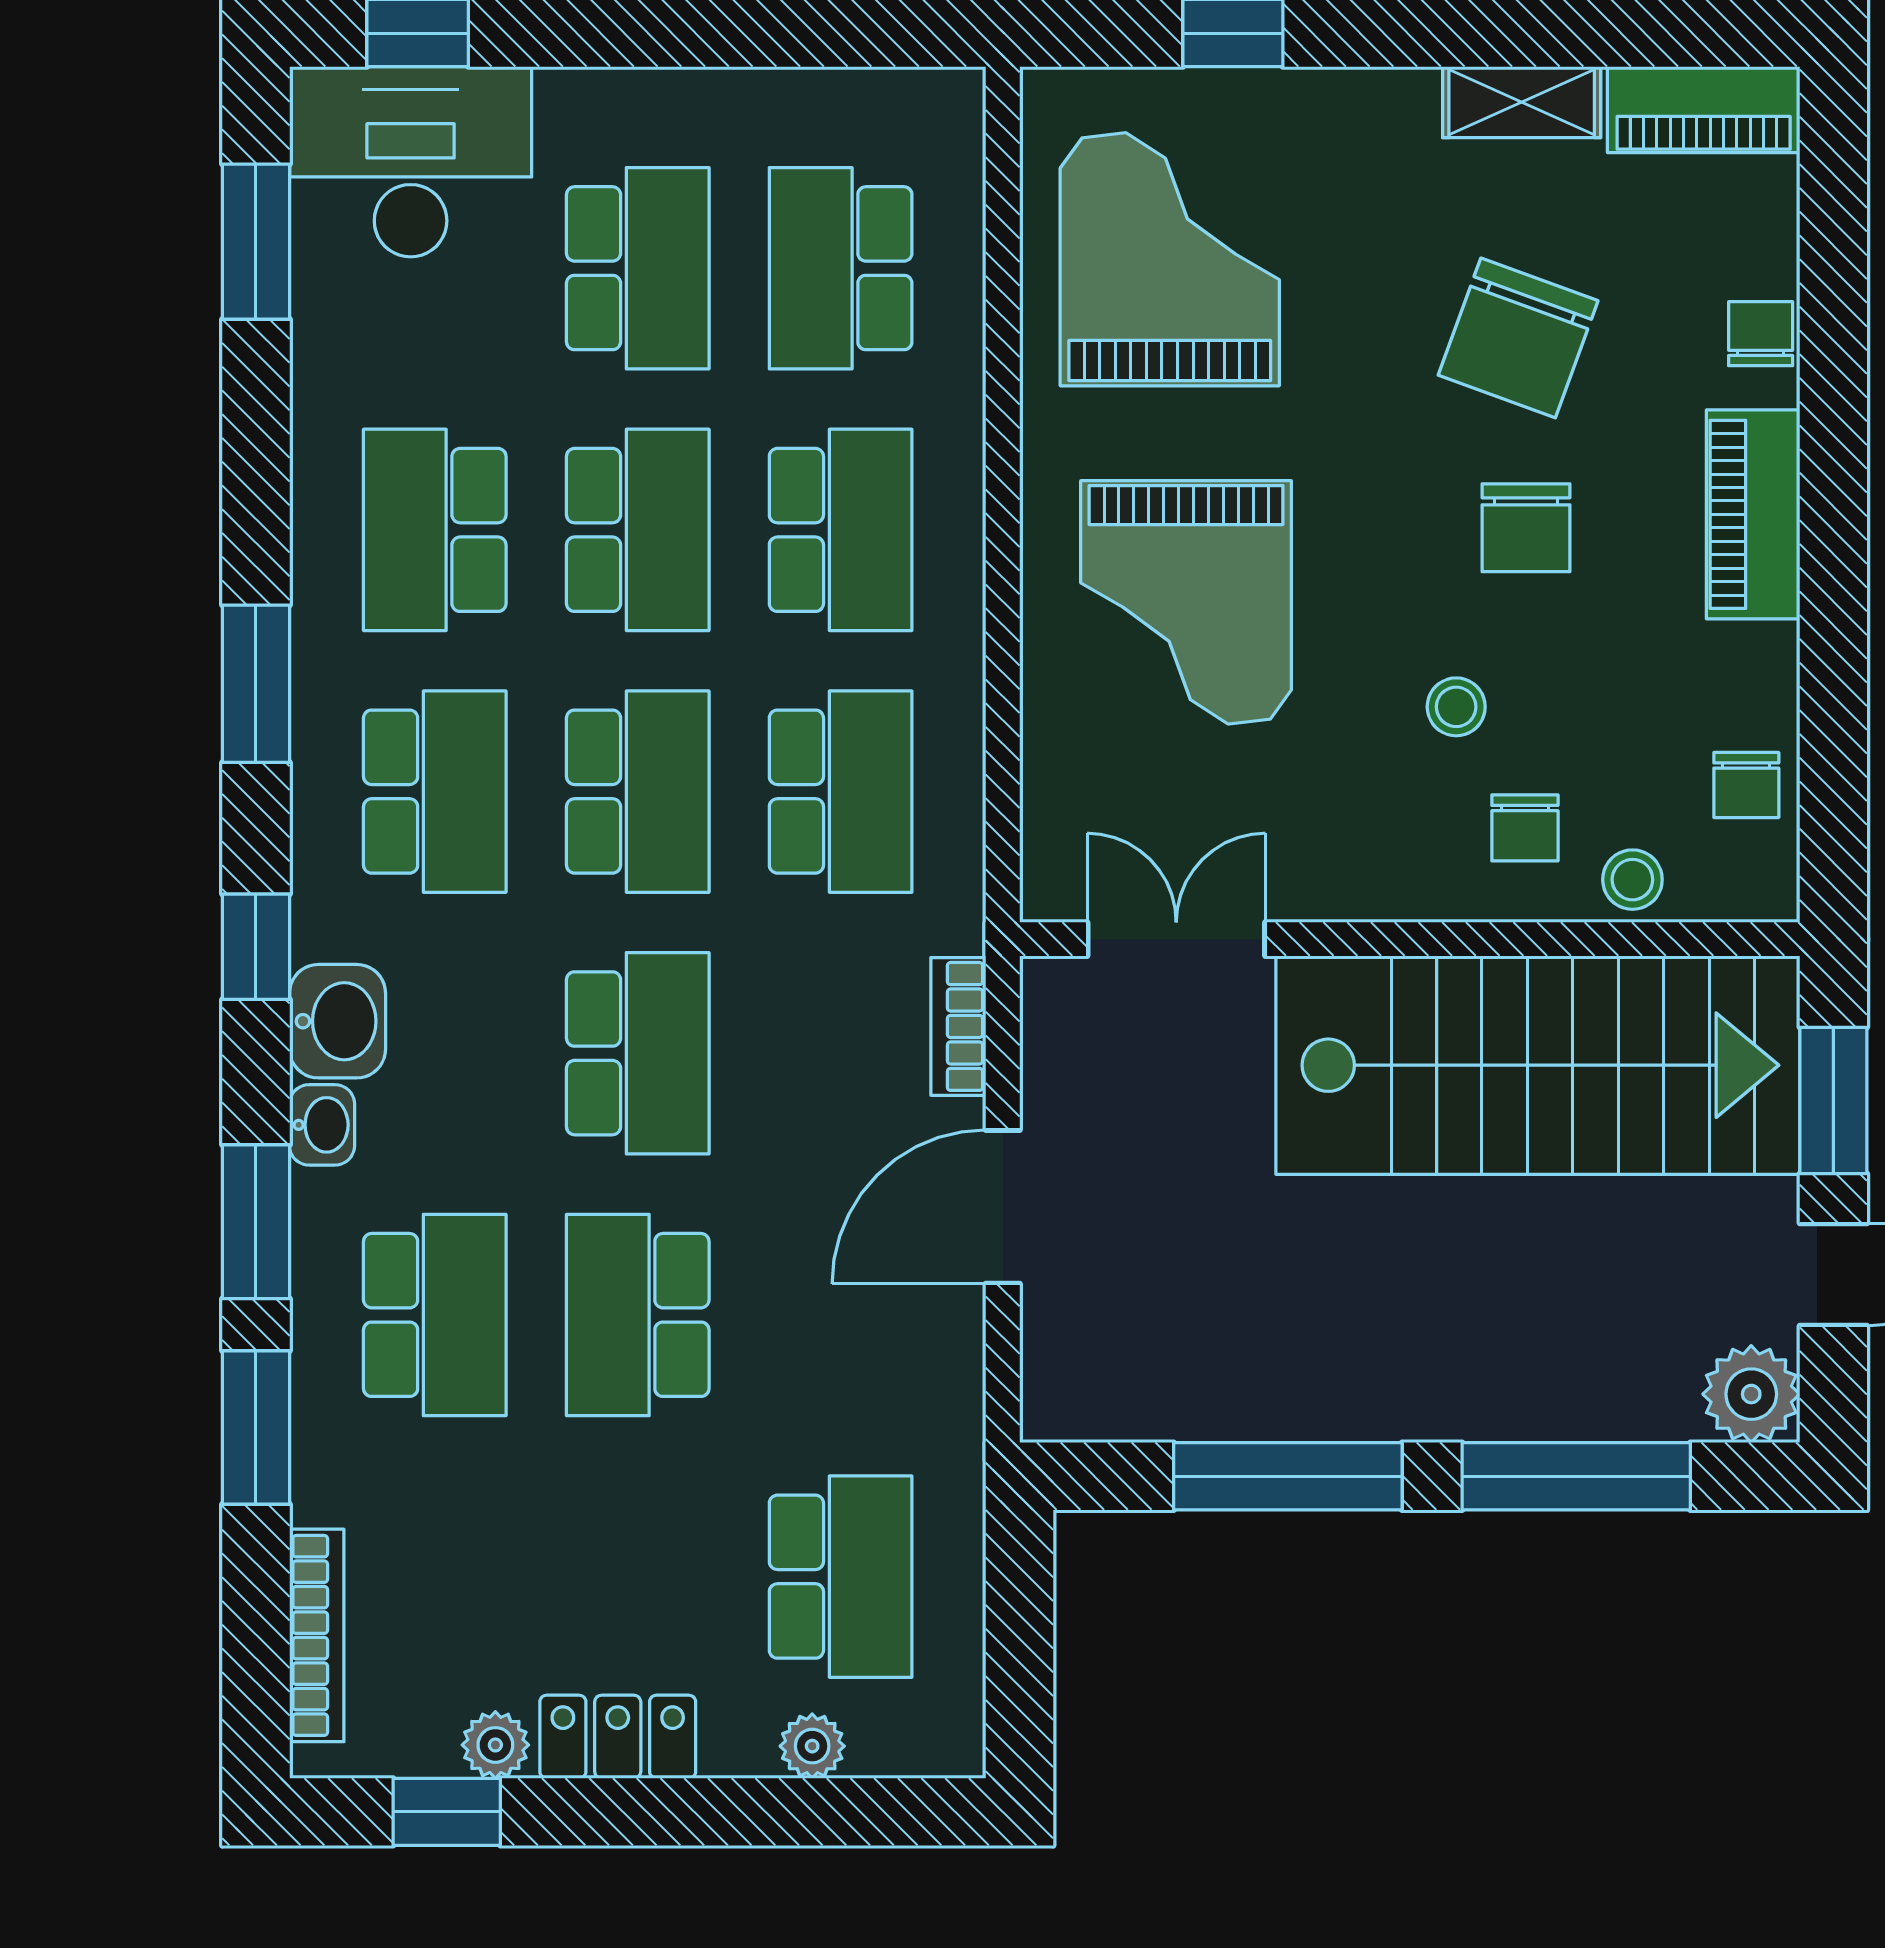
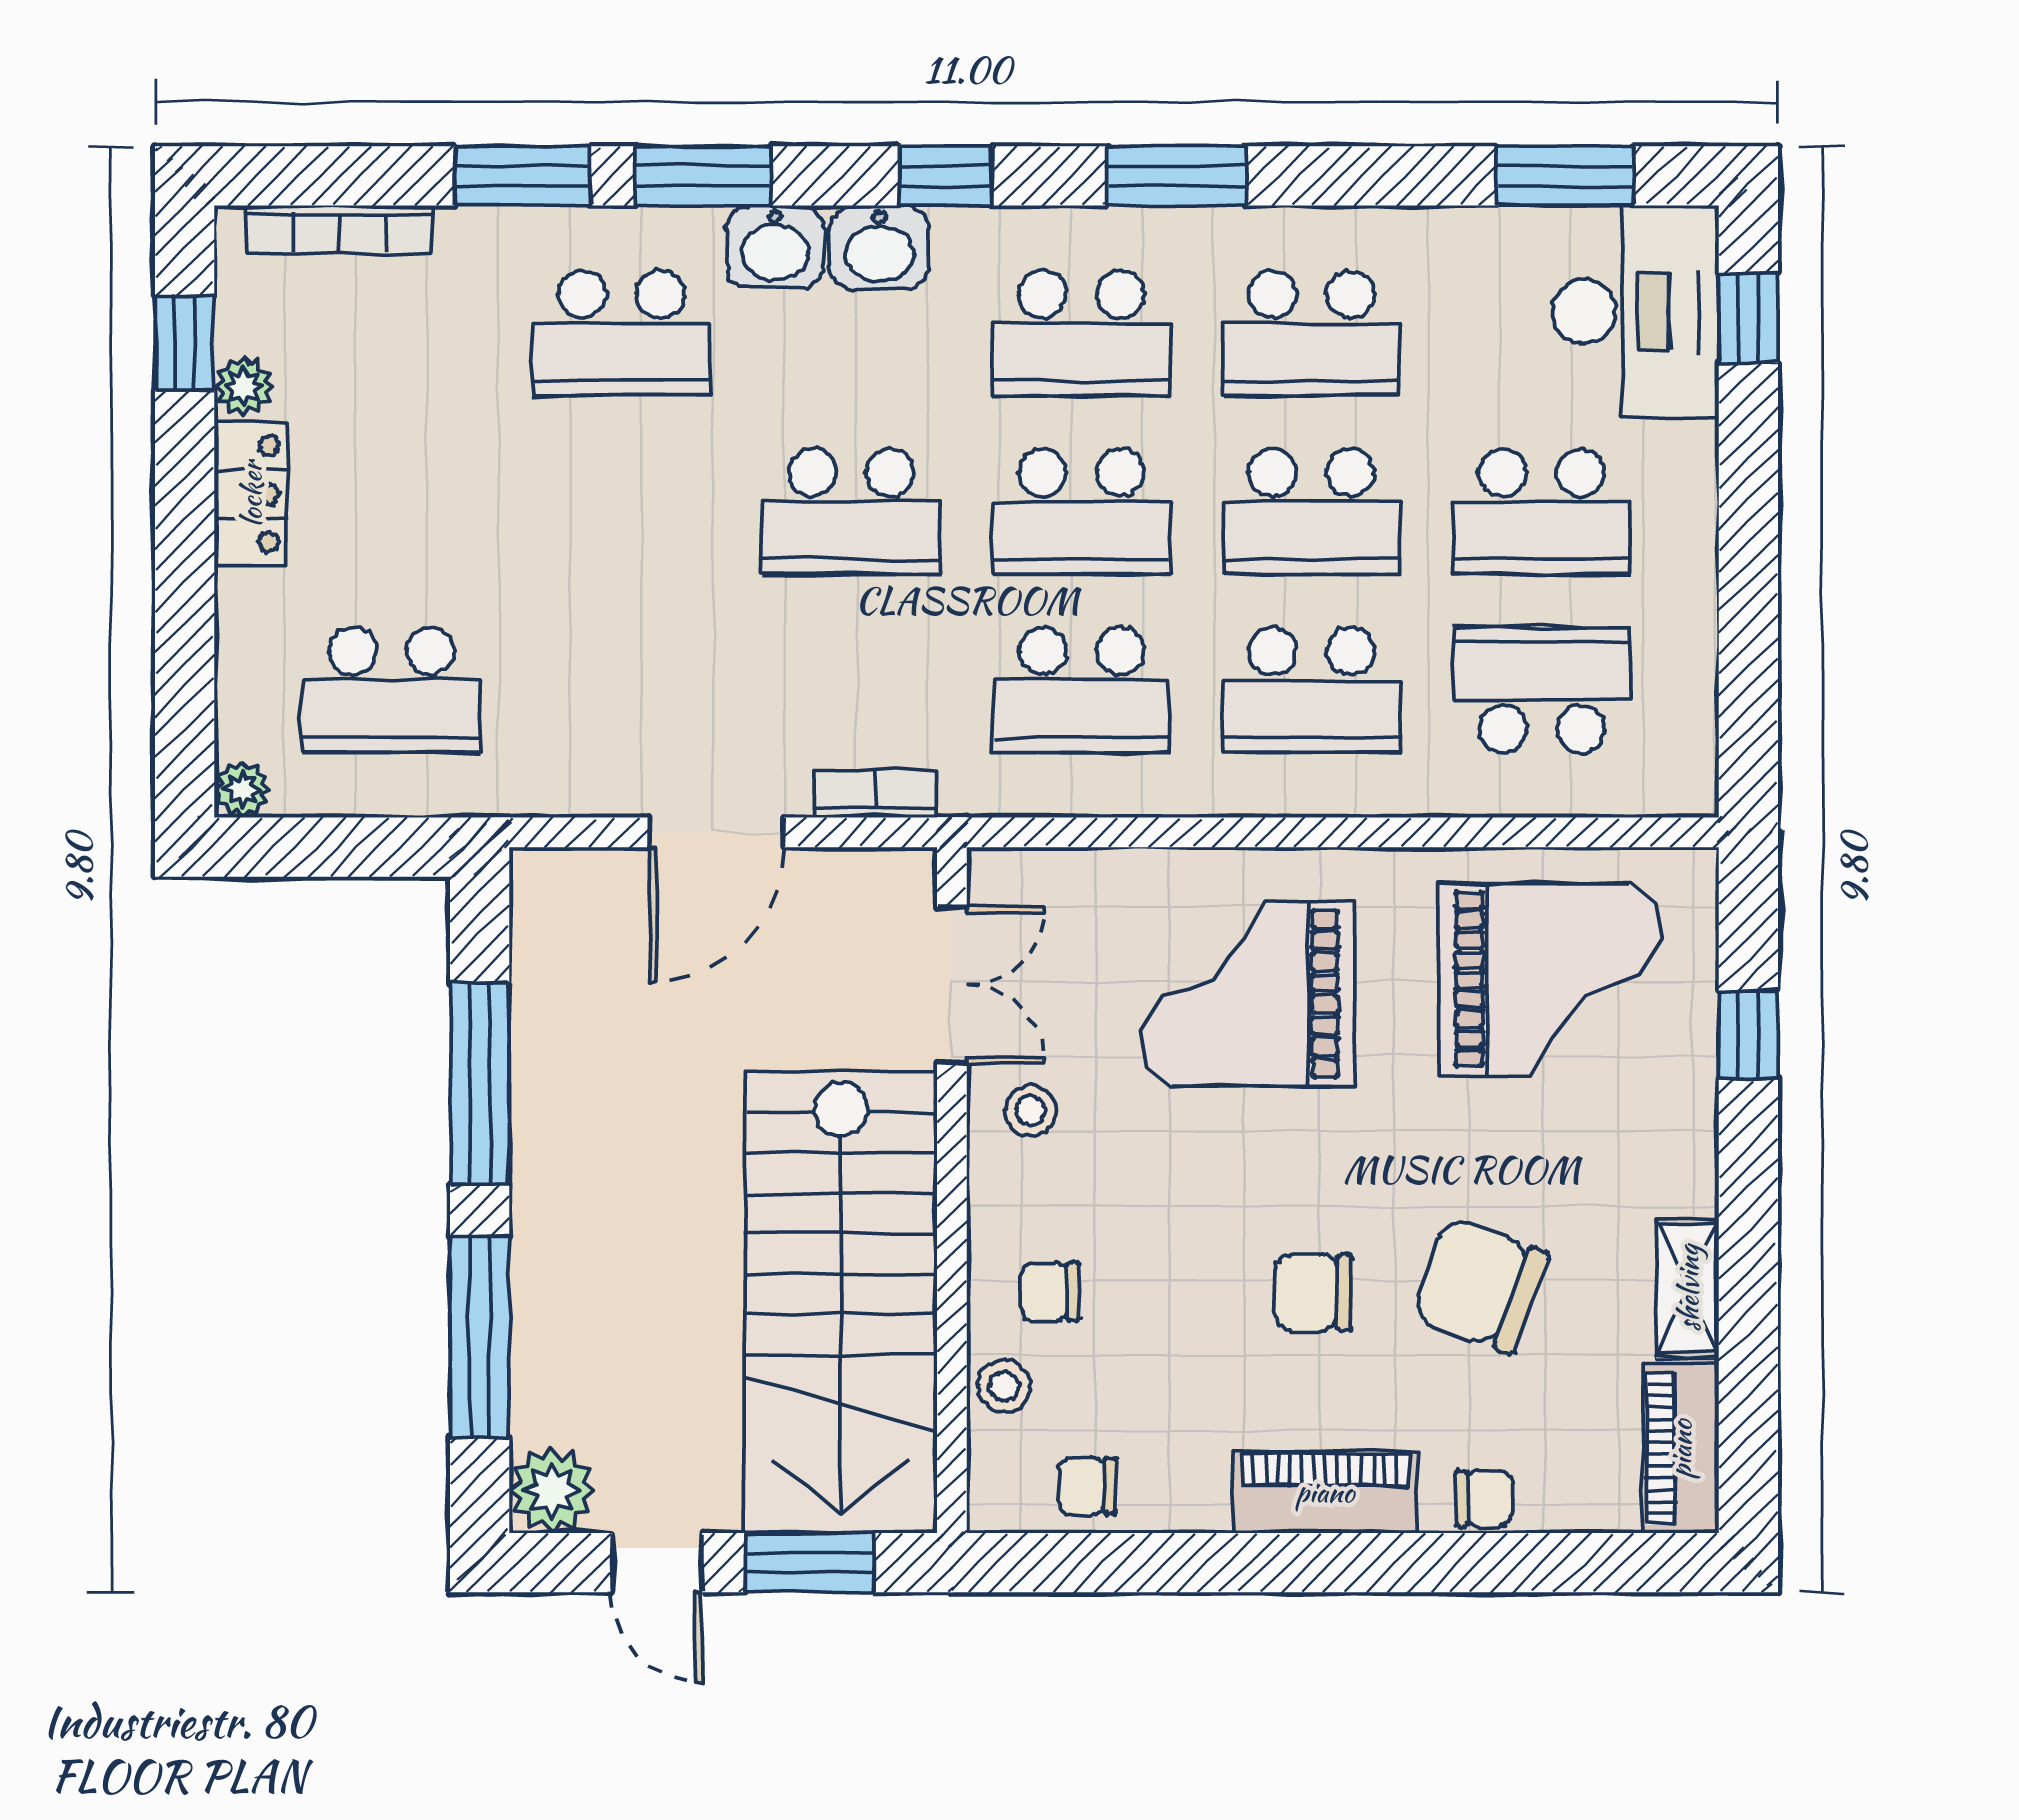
school desk: (435, 530) -> (1312, 333), turned 180
stool: (1456, 707) -> (1031, 1111), moved
washbasin: (322, 1125) -> (775, 247), width x1.38, depth x1.45
door: (1003, 1207) -> (716, 832), swing flipped
school desk: (638, 1315) -> (621, 511), removed
plant: (812, 1746) -> (242, 789), moved

